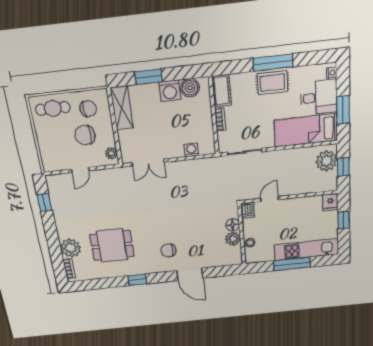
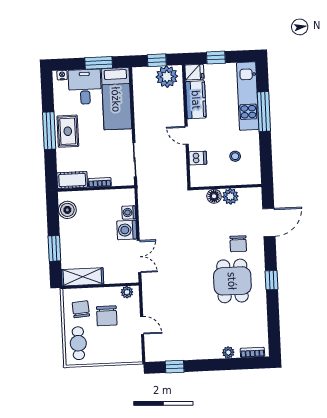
washing machine: (170, 91) -> (127, 230), moved, turned 180
plant: (327, 161) -> (167, 77), moved
kitchen counter: (304, 205) -> (196, 100), added
floor lamp: (233, 225) -> (214, 196), moved
wall: (242, 234) -> (226, 187), moved
plant: (233, 239) -> (230, 196), moved
dining table: (112, 245) -> (232, 281), moved
plant: (71, 248) -> (228, 352), width x0.53, depth x0.53

